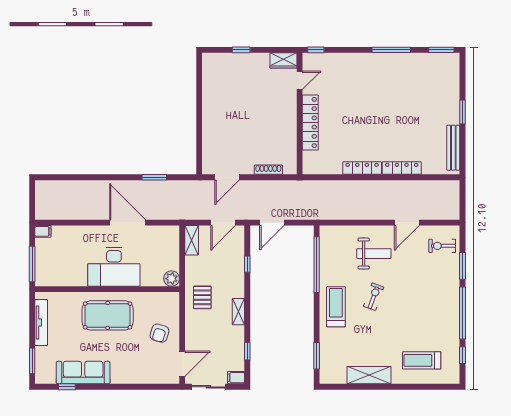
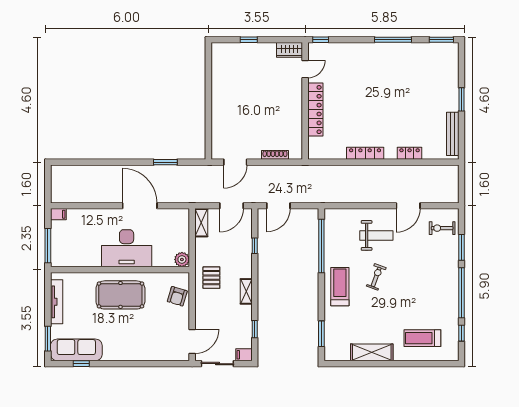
locker: (402, 168) -> (410, 153), width x0.66
armchair: (159, 333) -> (177, 296), moved
sofa: (83, 373) -> (76, 350), moved

